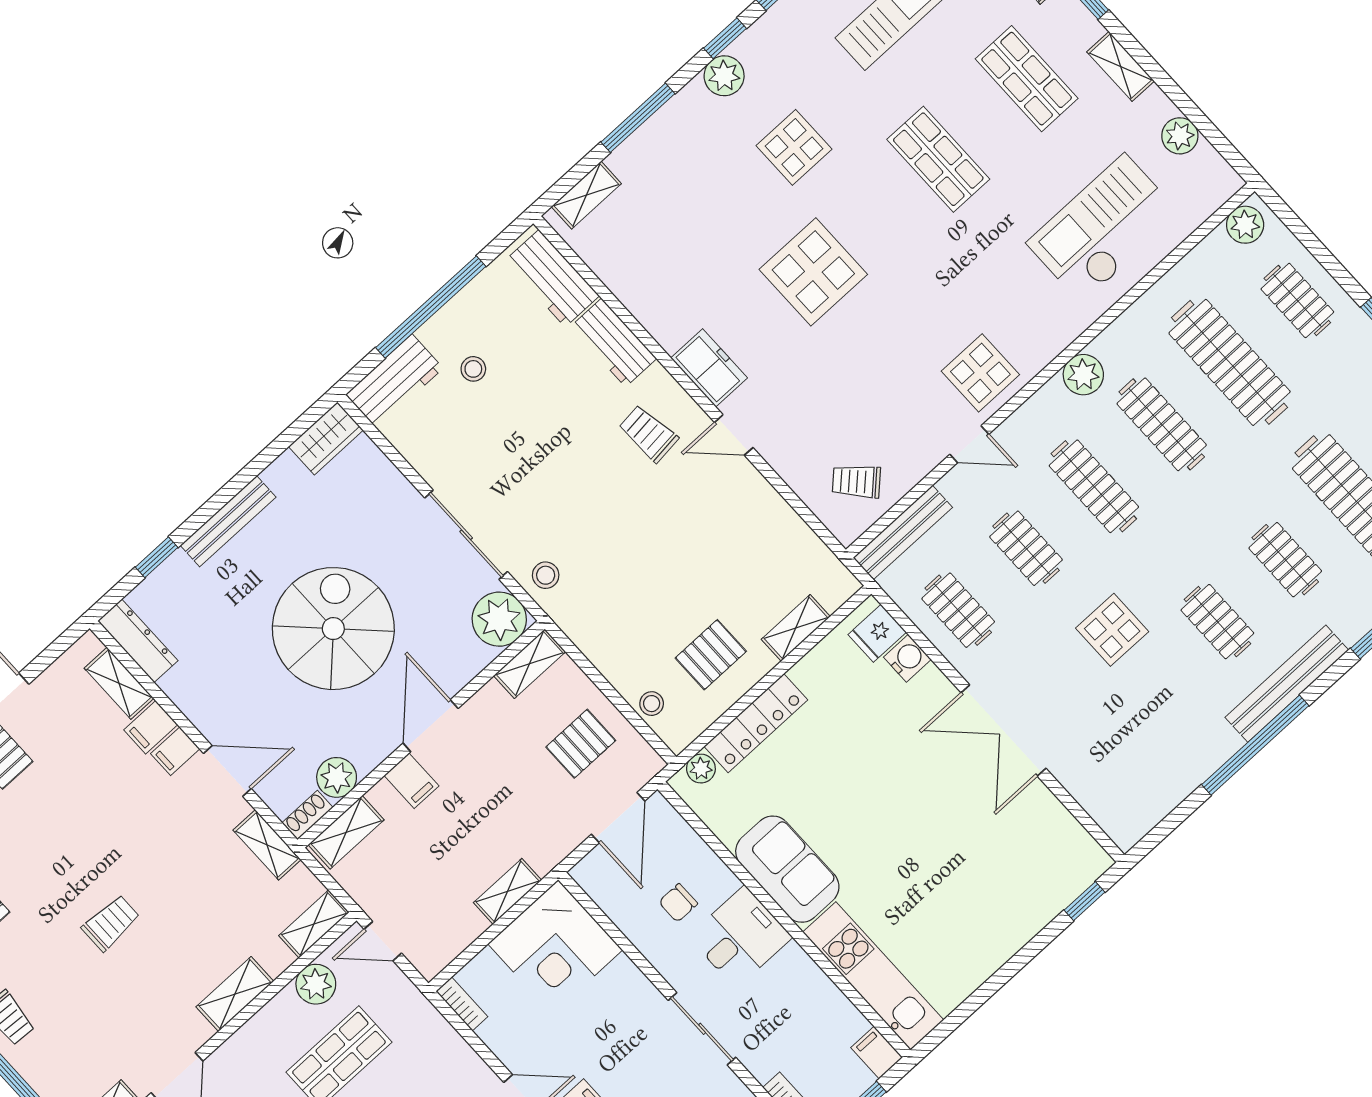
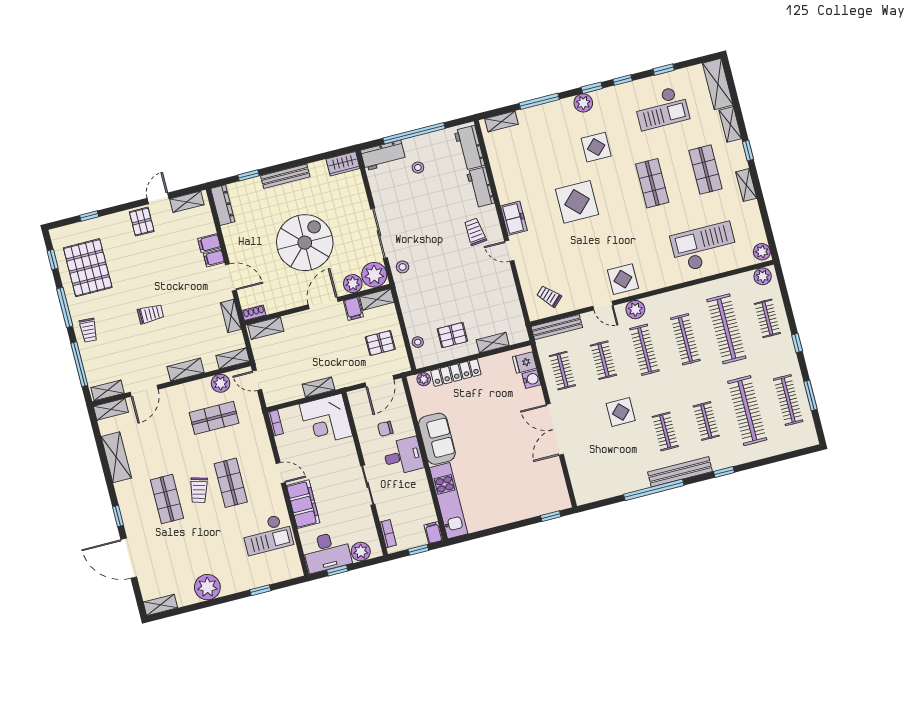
plant: (1180, 136) -> (762, 252), moved
plant: (1083, 375) -> (635, 310), moved
shelving: (119, 683) -> (187, 202), moved, turned 90
plant: (337, 777) -> (353, 284), moved
filing cabinet: (412, 781) -> (353, 309), moved

